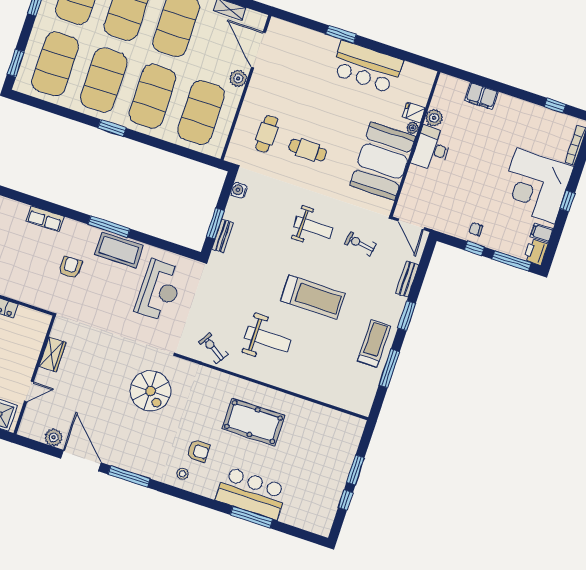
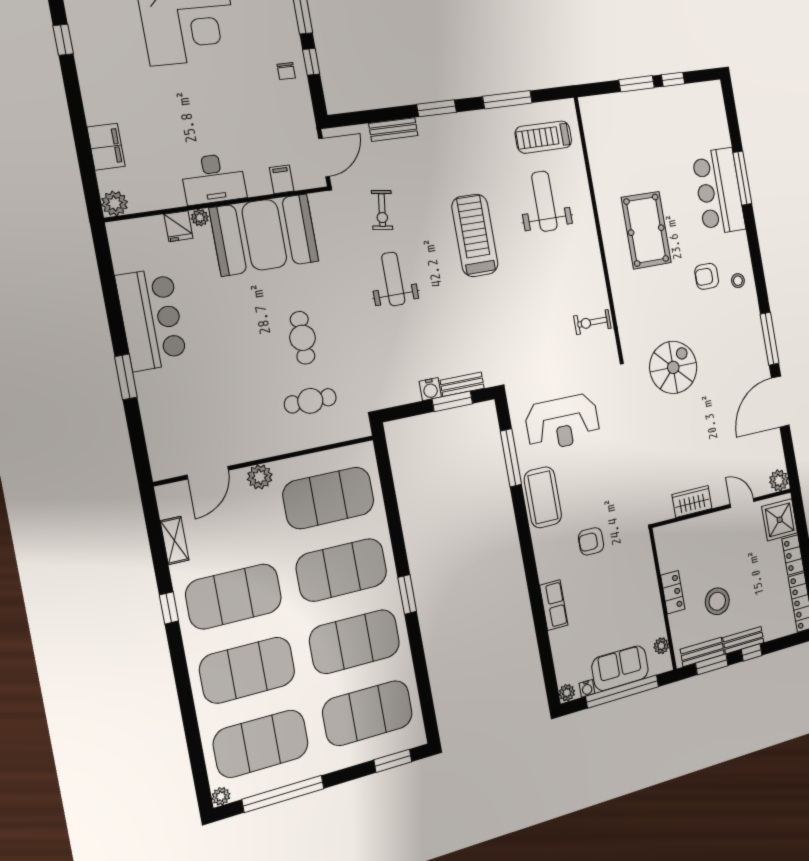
door: (258, 50) -> (208, 473), width x0.73
plant: (434, 118) -> (115, 203), moved
water cooler: (239, 190) -> (430, 389), moved
filing cabinet: (411, 190) -> (282, 179), added
window: (109, 227) -> (511, 458), moved
reception desk: (159, 290) -> (562, 422), turned 180
weight bench: (268, 339) -> (544, 201), moved
treadmill: (374, 343) -> (543, 137), moved
exercise bike: (213, 348) -> (592, 322), turned 59
plant: (54, 437) -> (779, 480), moved
armchair: (198, 451) -> (707, 276), turned -90

